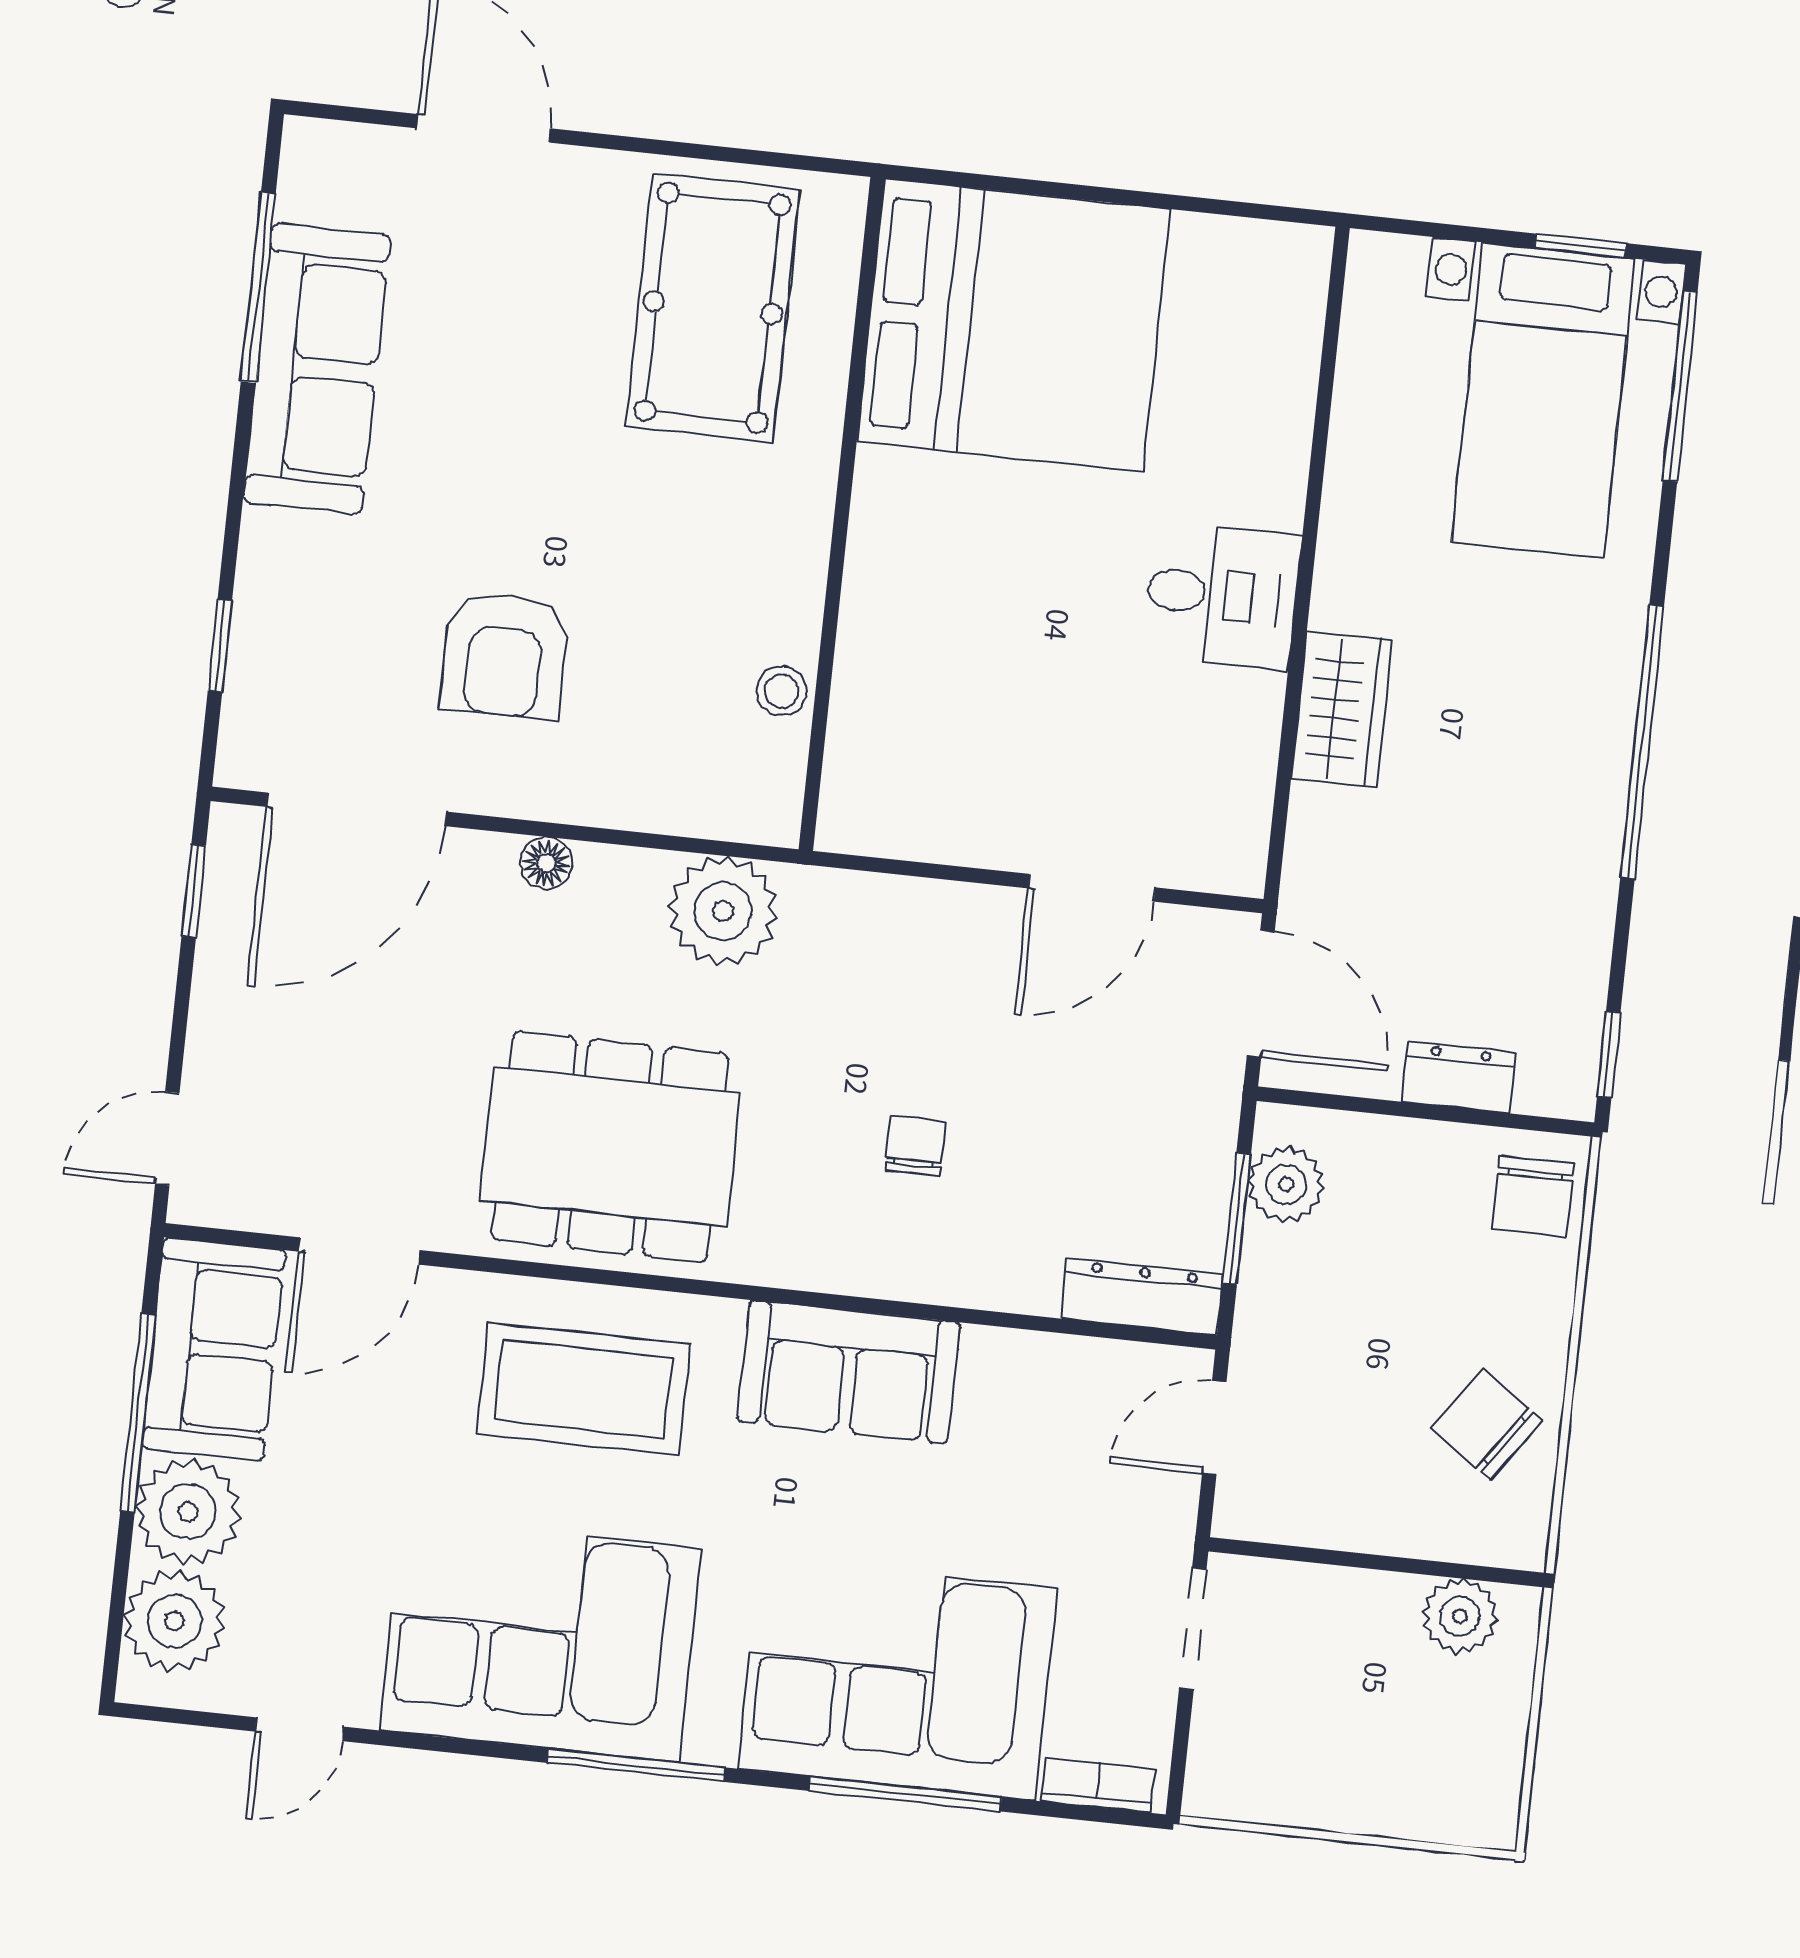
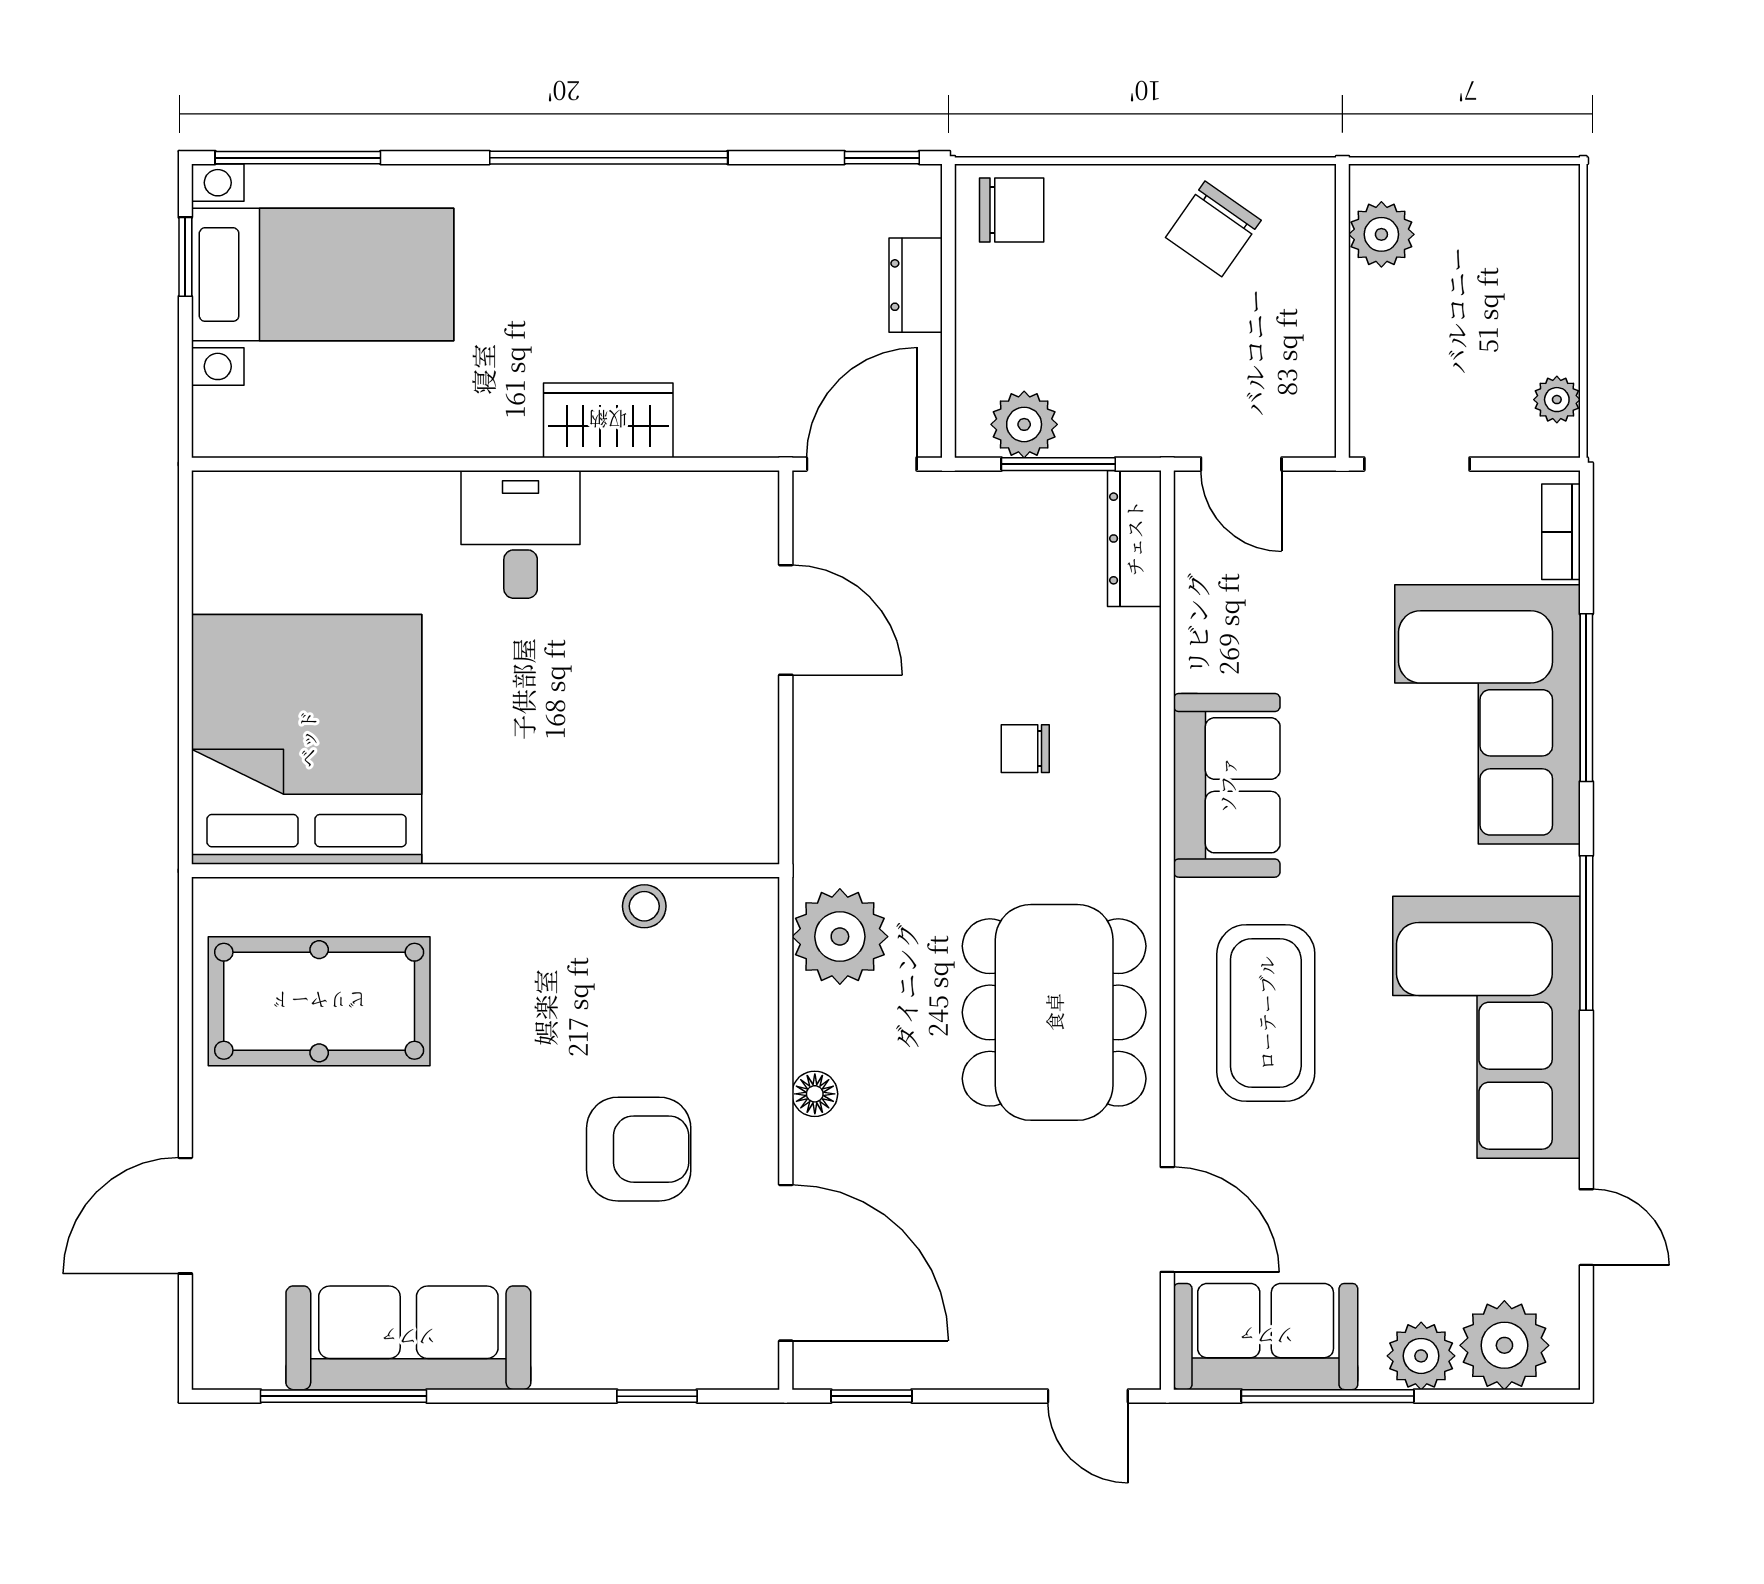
plant: (188, 1512) -> (1421, 1356), width x0.73, depth x0.73
plant: (1250, 1797) -> (1557, 400), added

